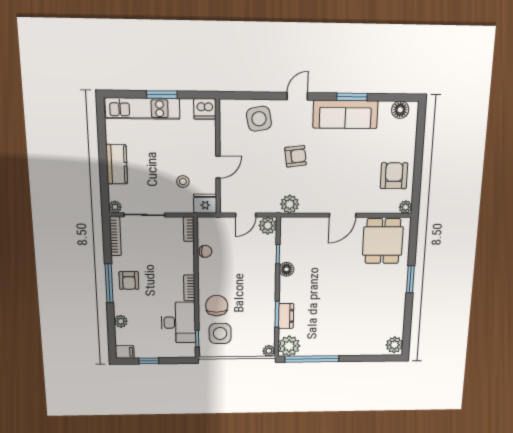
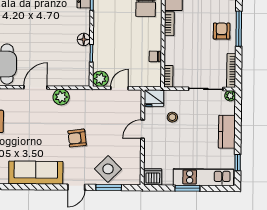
window: (352, 97) -> (109, 188), moved
side table: (259, 119) -> (108, 169), turned -35
window: (101, 126) -> (238, 163), added
plant: (290, 204) -> (61, 97), moved

